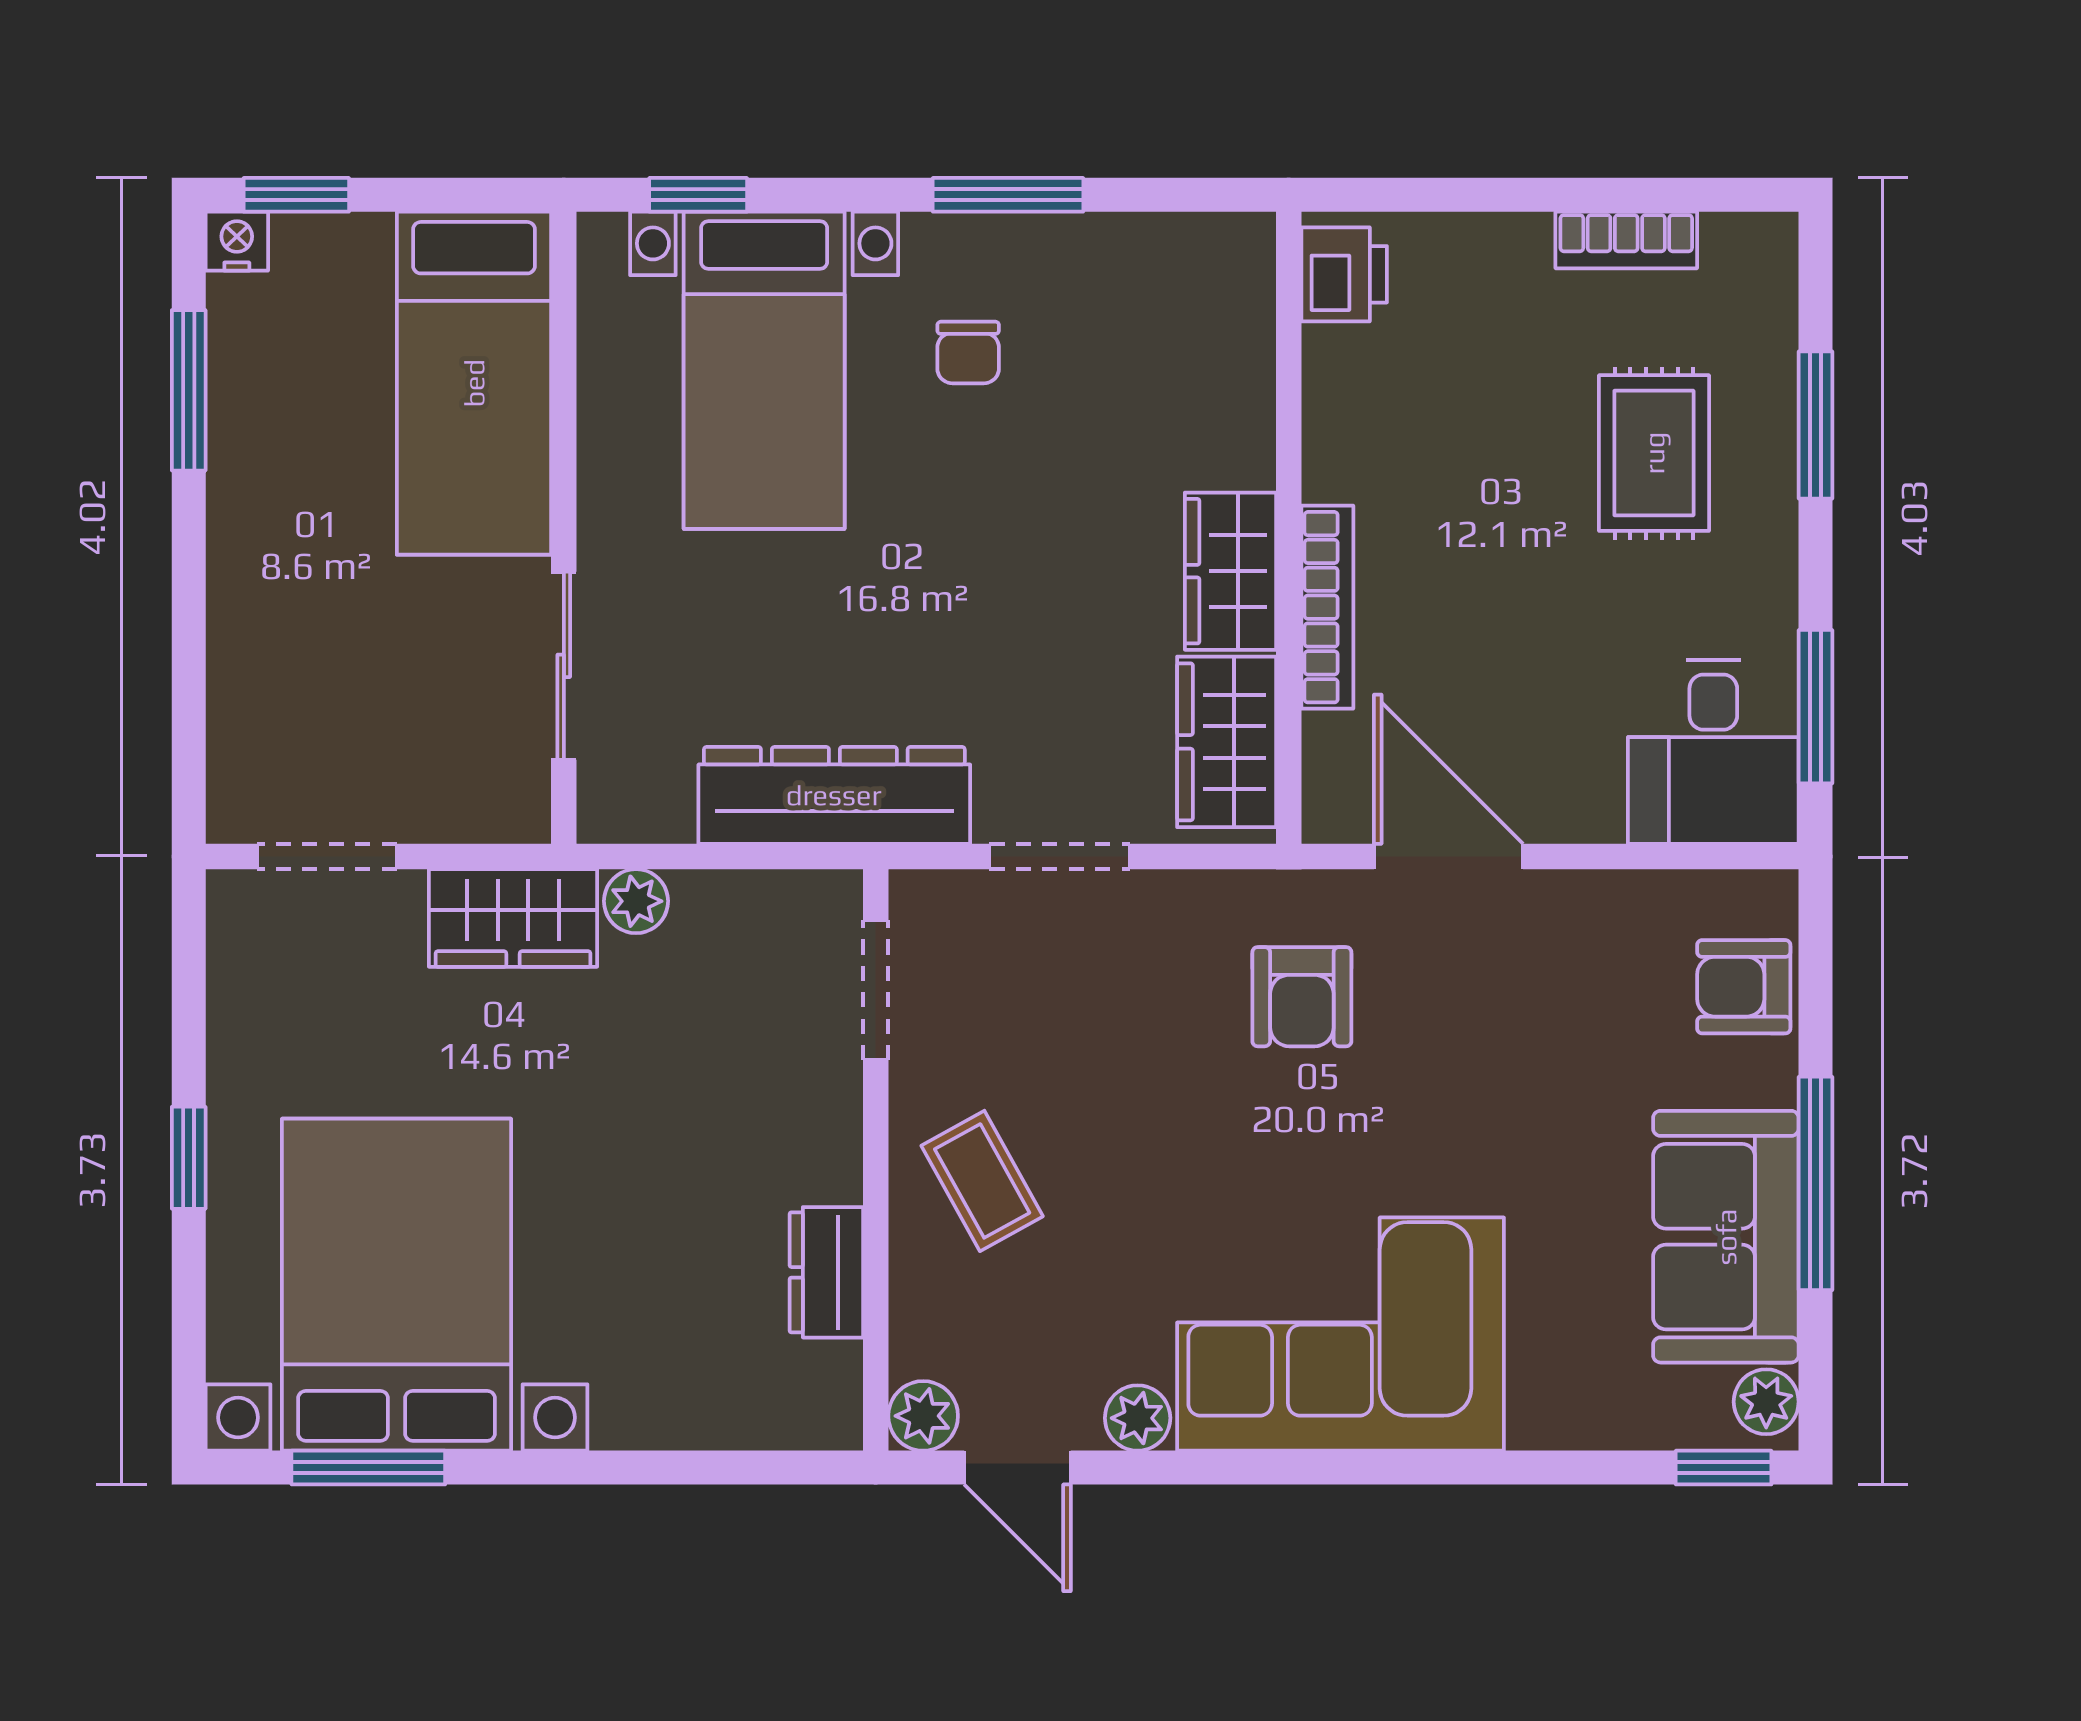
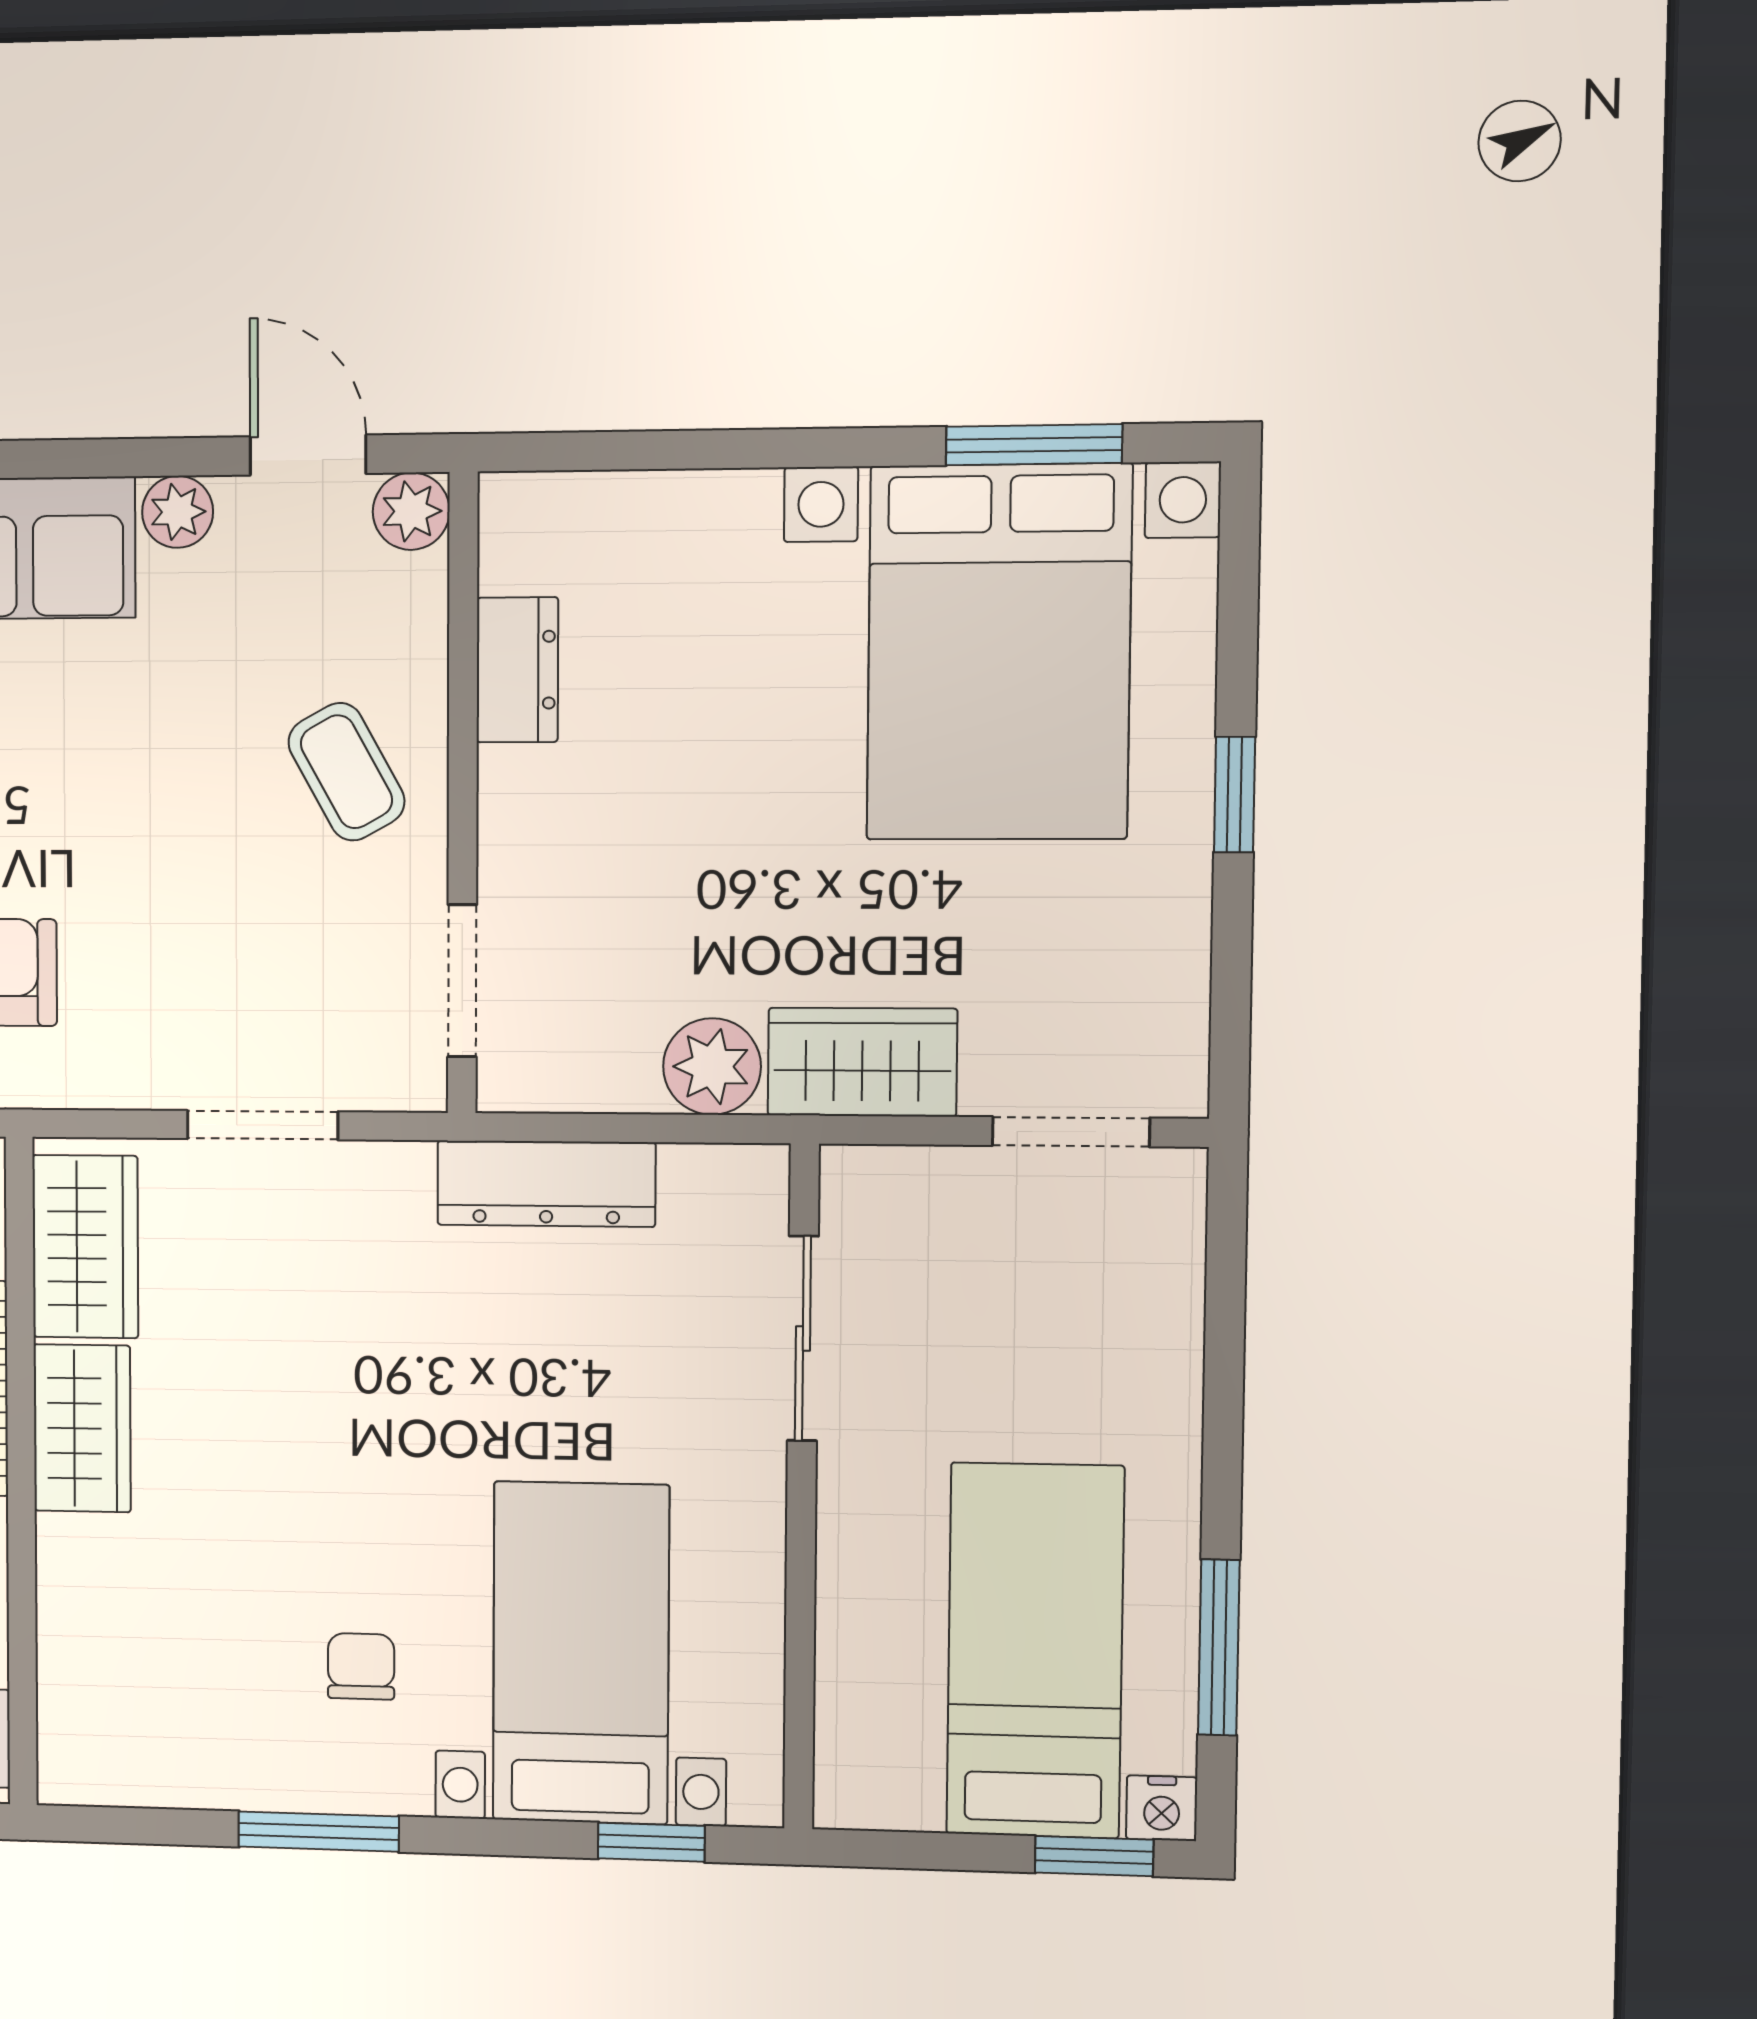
bed: (474, 383) -> (1035, 1651), moved
dresser: (834, 795) -> (546, 1184), width x0.73, depth x0.80
plant: (636, 901) -> (712, 1067), width x1.38, depth x1.38

